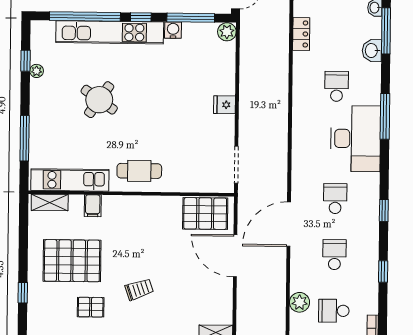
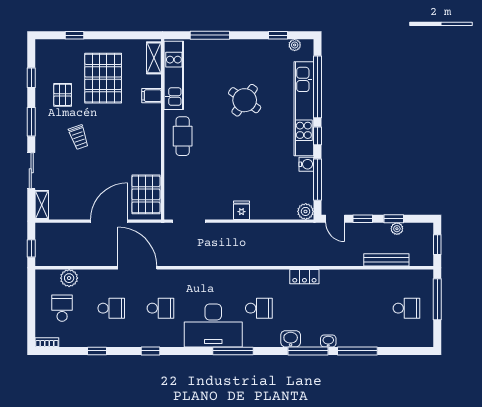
plant: (37, 71) -> (295, 45), moved

